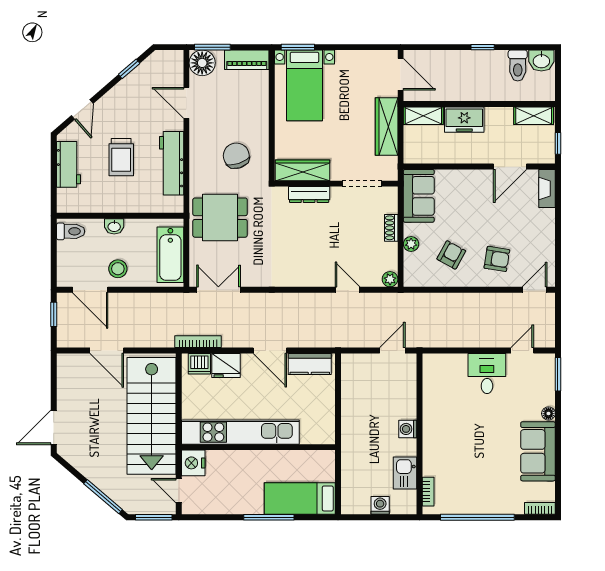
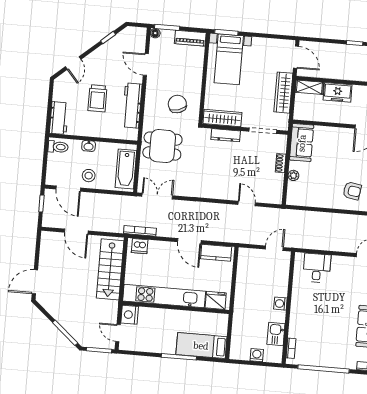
floor lamp: (202, 63) -> (155, 33), width x0.53, depth x0.53
workbench: (68, 164) -> (59, 118), moved
armchair: (451, 255) -> (321, 185), removed
plant: (390, 279) -> (277, 199), removed
fridge: (226, 365) -> (216, 300), moved, turned 180
desk: (487, 373) -> (317, 268), moved
stairs: (152, 416) -> (110, 269), width x0.73, depth x0.66

